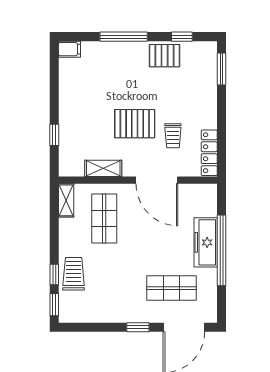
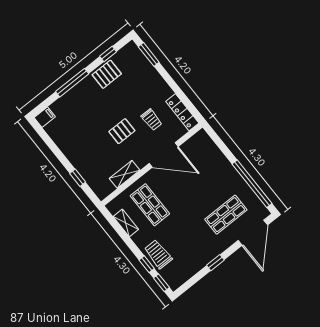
pallet: (135, 124) -> (122, 131), width x0.67, depth x0.71
shelving: (66, 200) -> (126, 223), moved
freezer: (206, 242) -> (224, 170), removed
window: (222, 250) -> (252, 184), moved
window: (138, 327) -> (215, 263), moved

